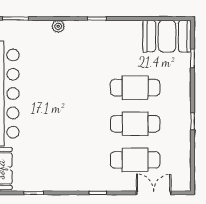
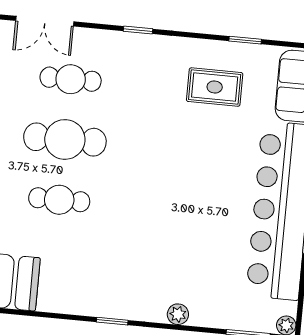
cafe table: (135, 88) -> (59, 200), width x0.73, depth x0.74
cafe table: (135, 160) -> (71, 79), width x0.73, depth x0.74
rug: (49, 163) -> (215, 87), added

